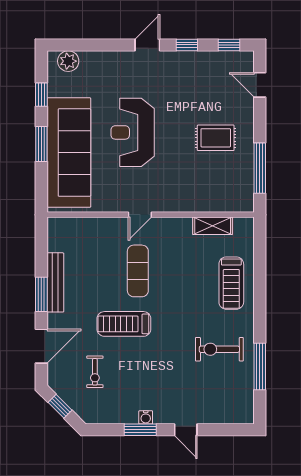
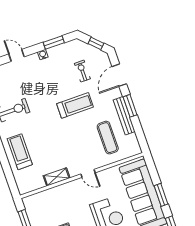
door: (140, 215) -> (88, 173), swing flipped
shelving: (213, 226) -> (57, 177), moved
exercise mat: (138, 271) -> (108, 138), moved
window: (140, 430) -> (54, 42), moved

